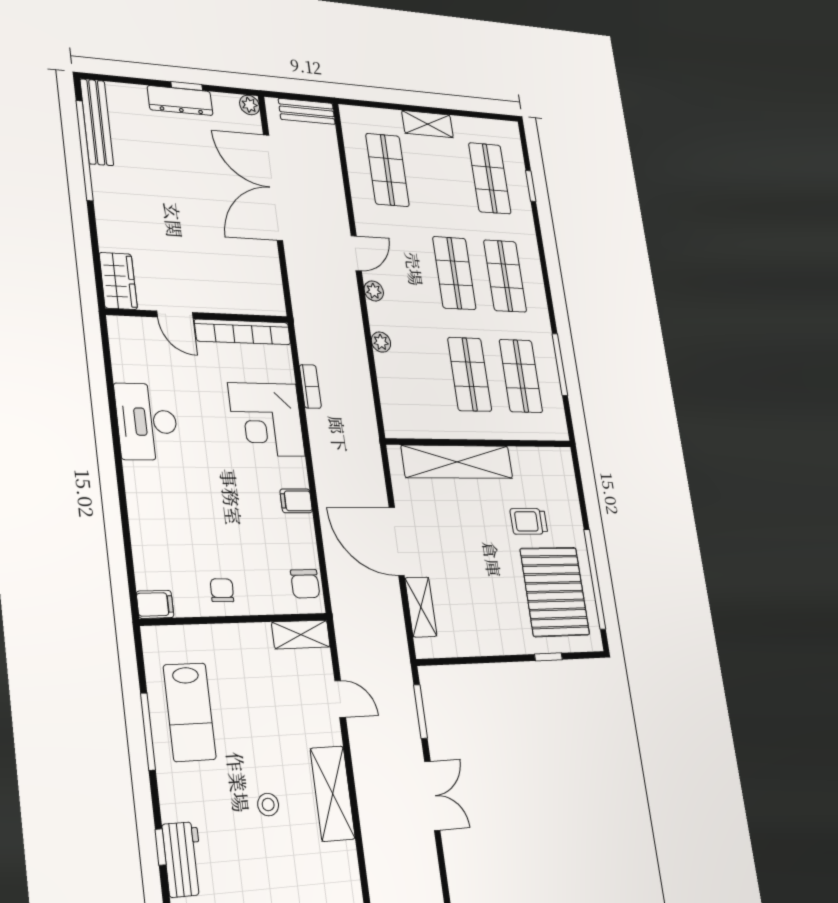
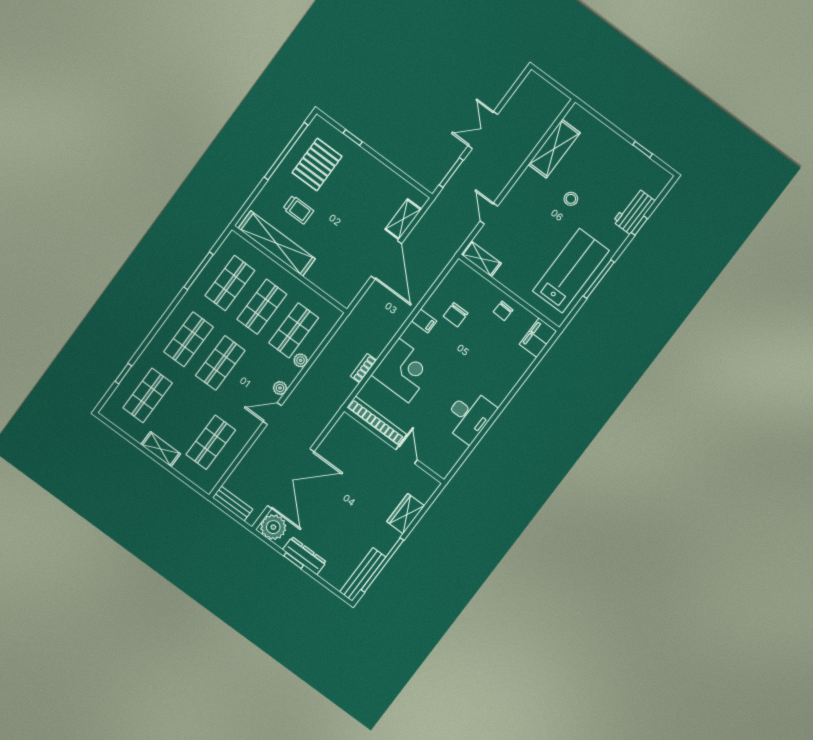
plant: (250, 105) -> (273, 527), width x1.87, depth x1.87
wardrobe: (118, 281) -> (406, 514), moved
shop shelf: (417, 373) -> (294, 330), added
shelving: (457, 462) -> (277, 244), moved
chair: (305, 584) -> (456, 315), moved, turned 180
pallet: (555, 592) -> (317, 164), width x0.73, depth x0.71
filing cabinet: (155, 604) -> (538, 338), width x2.00
lab bench: (190, 712) -> (571, 271), width x1.36, depth x1.39
shelving: (333, 794) -> (554, 149), moved

